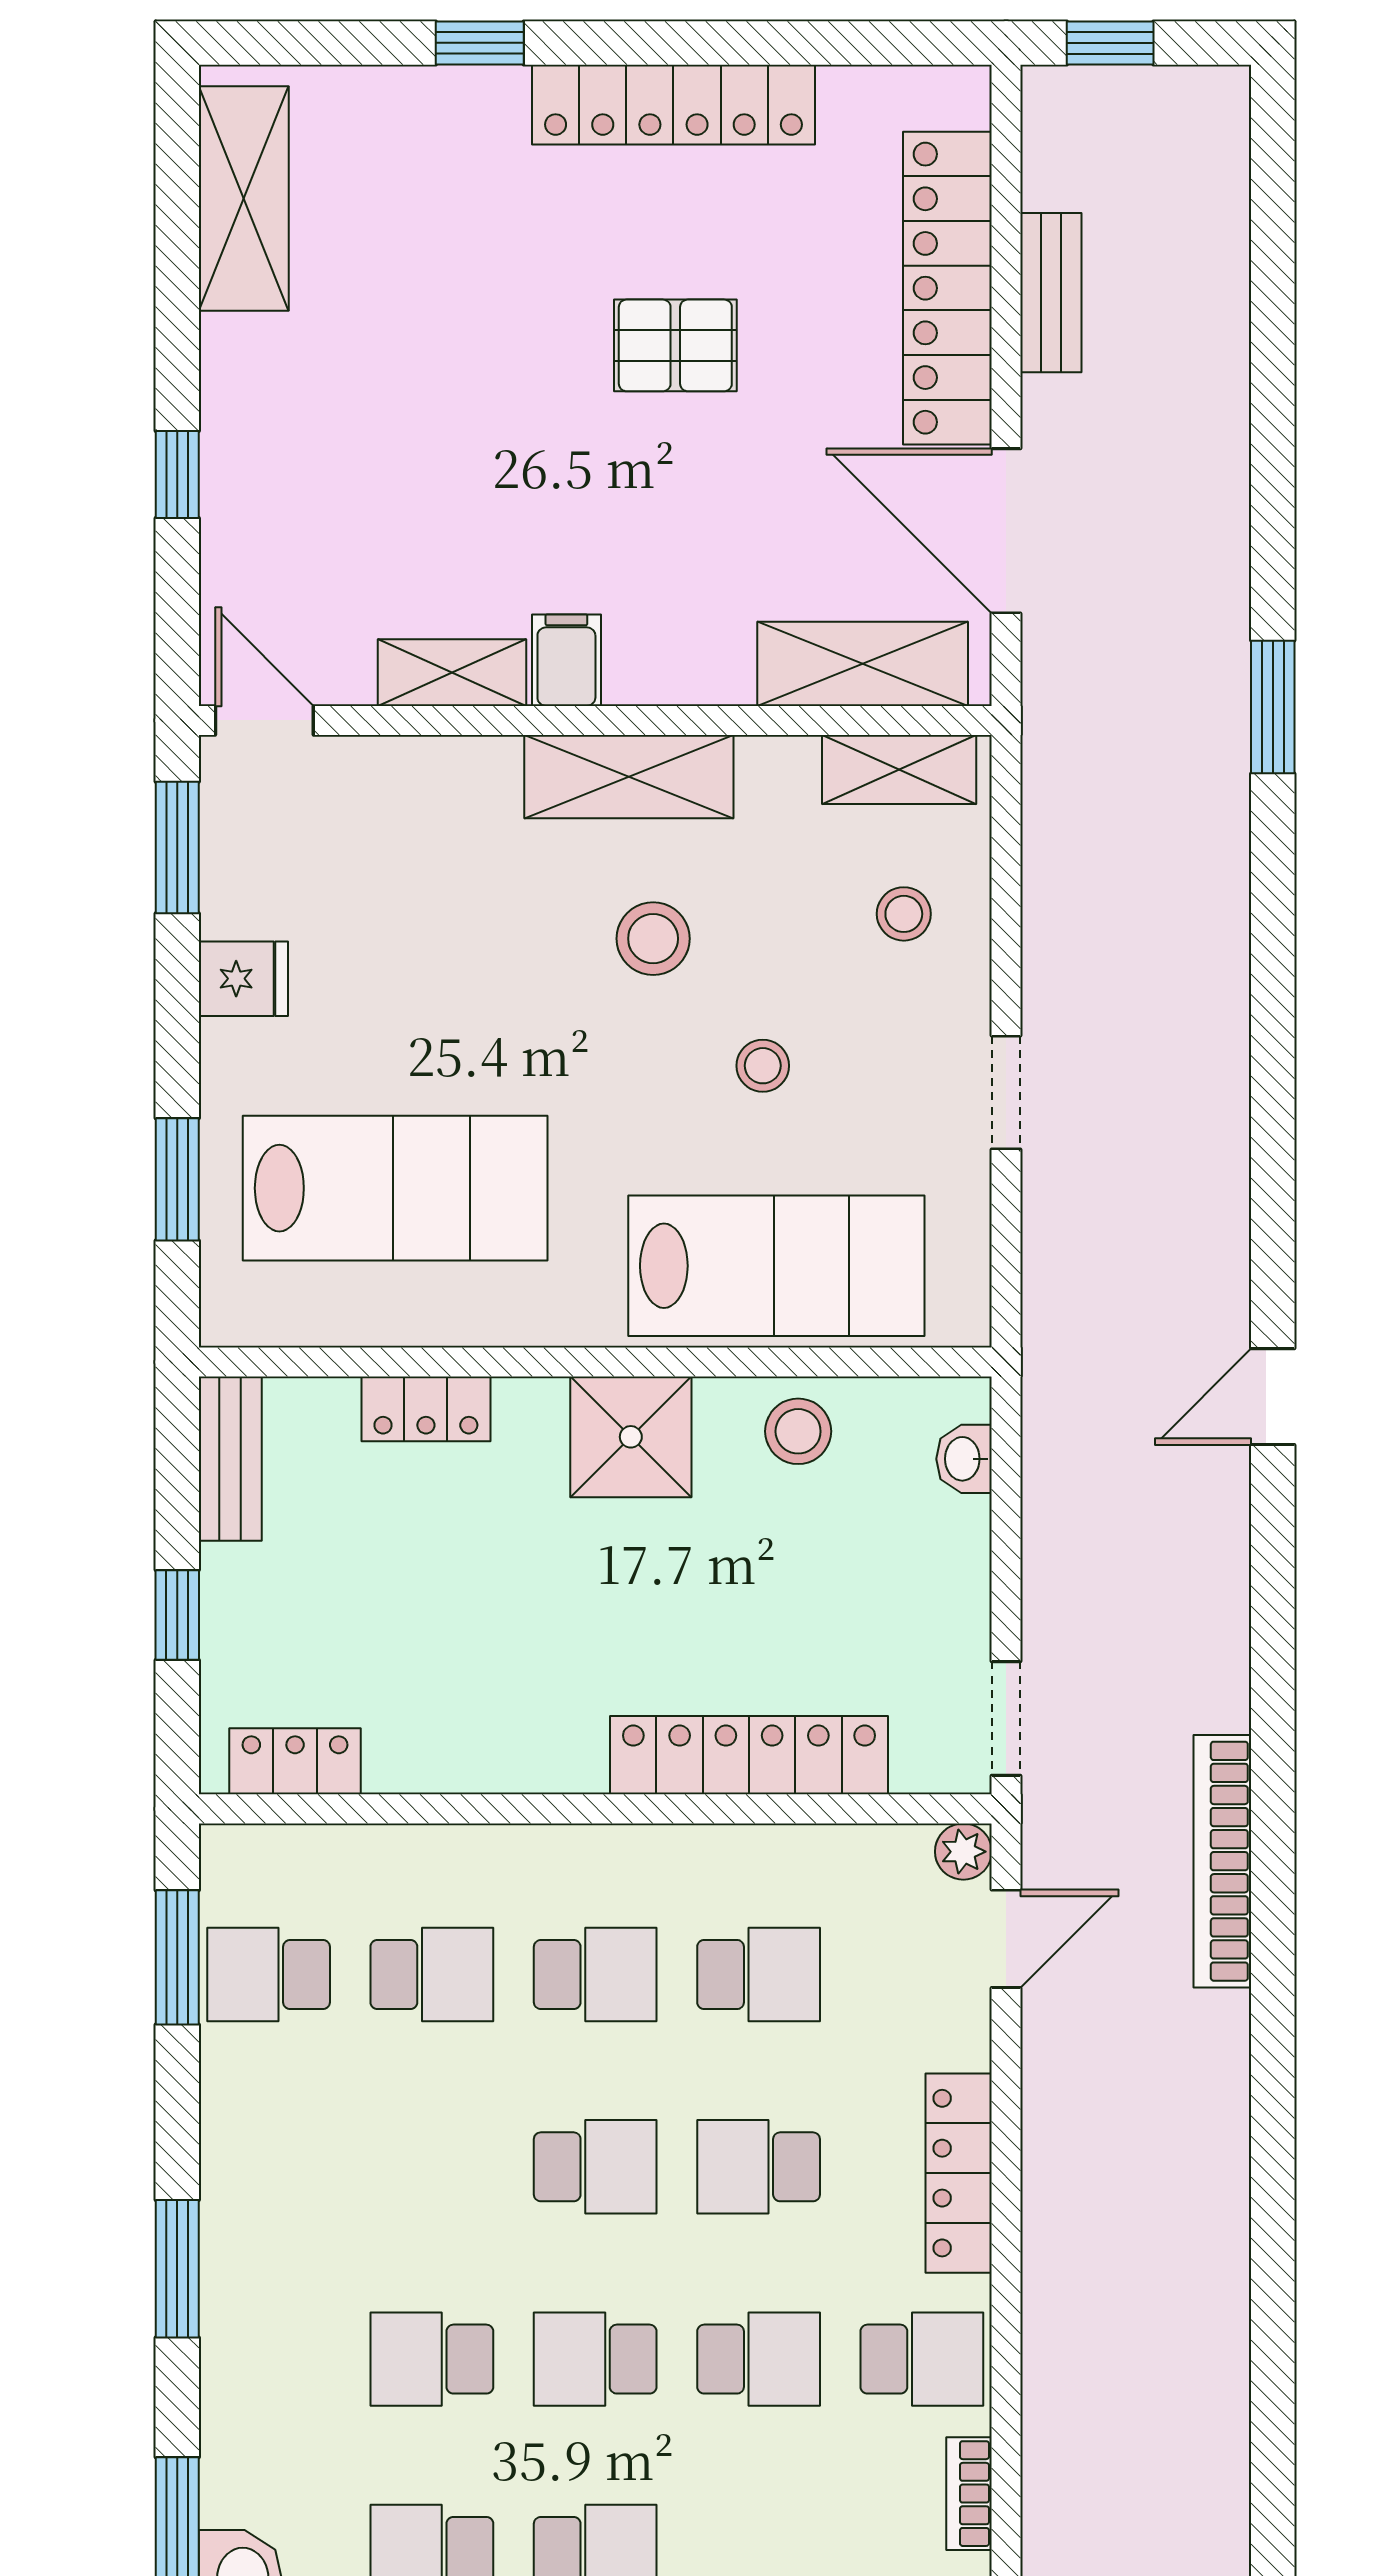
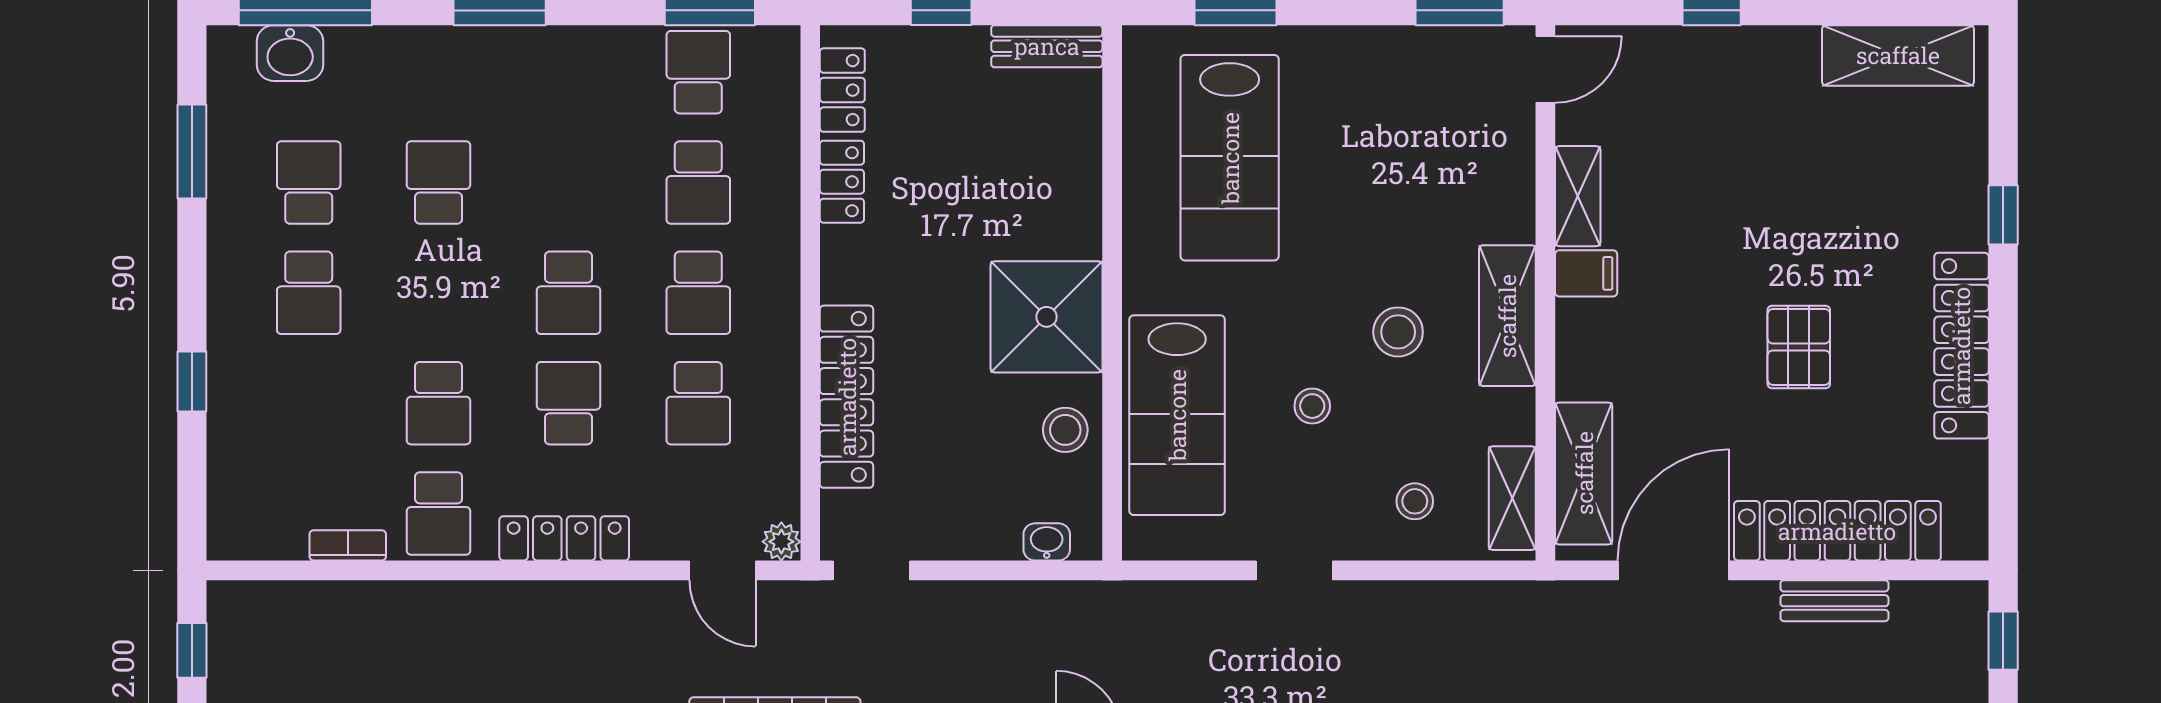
fridge: (243, 979) -> (1371, 55), removed
locker: (426, 1409) -> (842, 182), moved, turned 180
shower: (631, 1437) -> (1047, 317), width x1.37, depth x1.37
school desk: (595, 2359) -> (439, 293), removed

